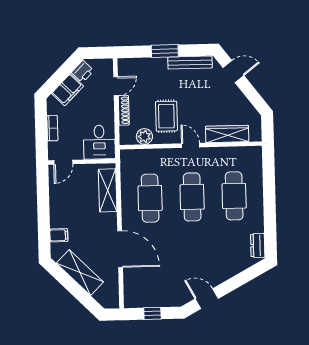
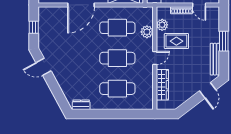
plant: (155, 157) -> (147, 32), added
door: (207, 299) -> (43, 67), swing flipped

